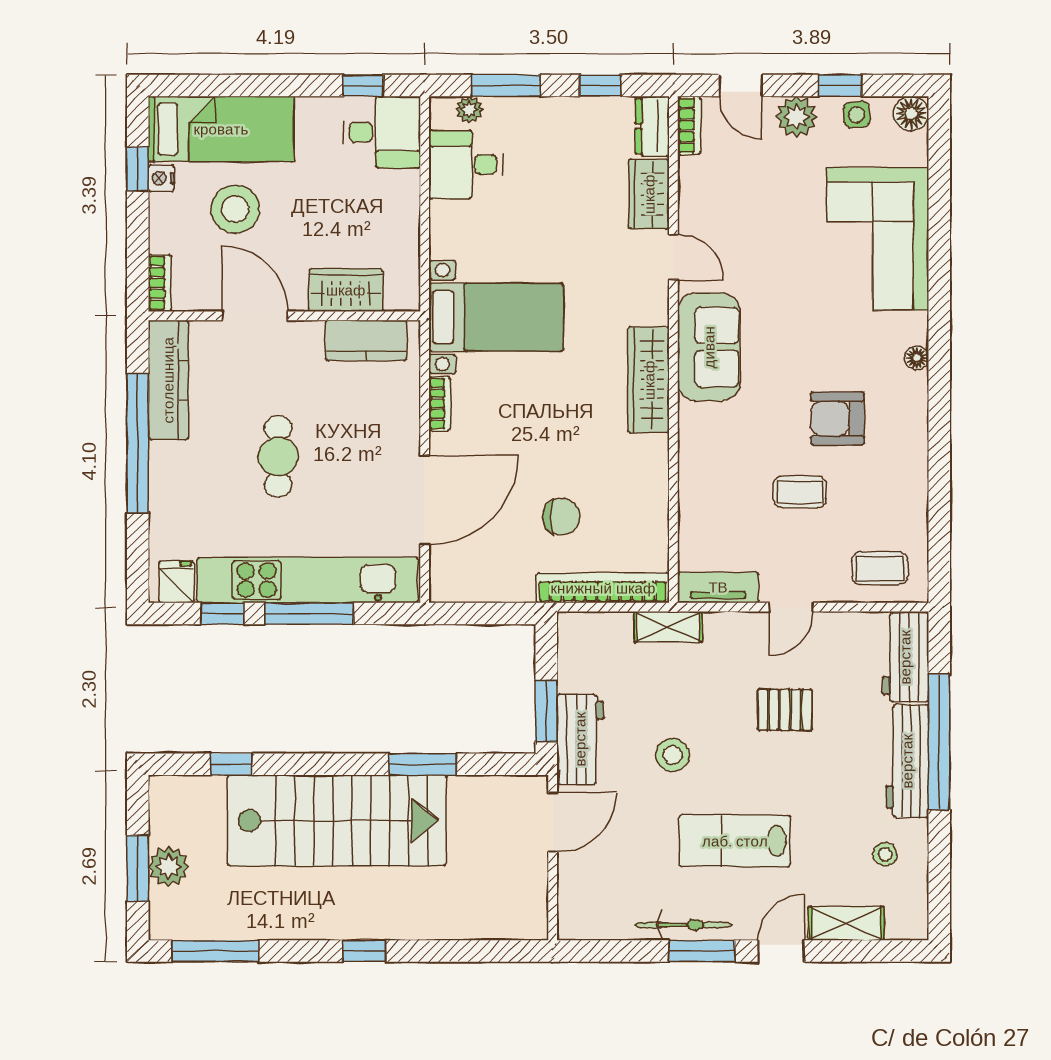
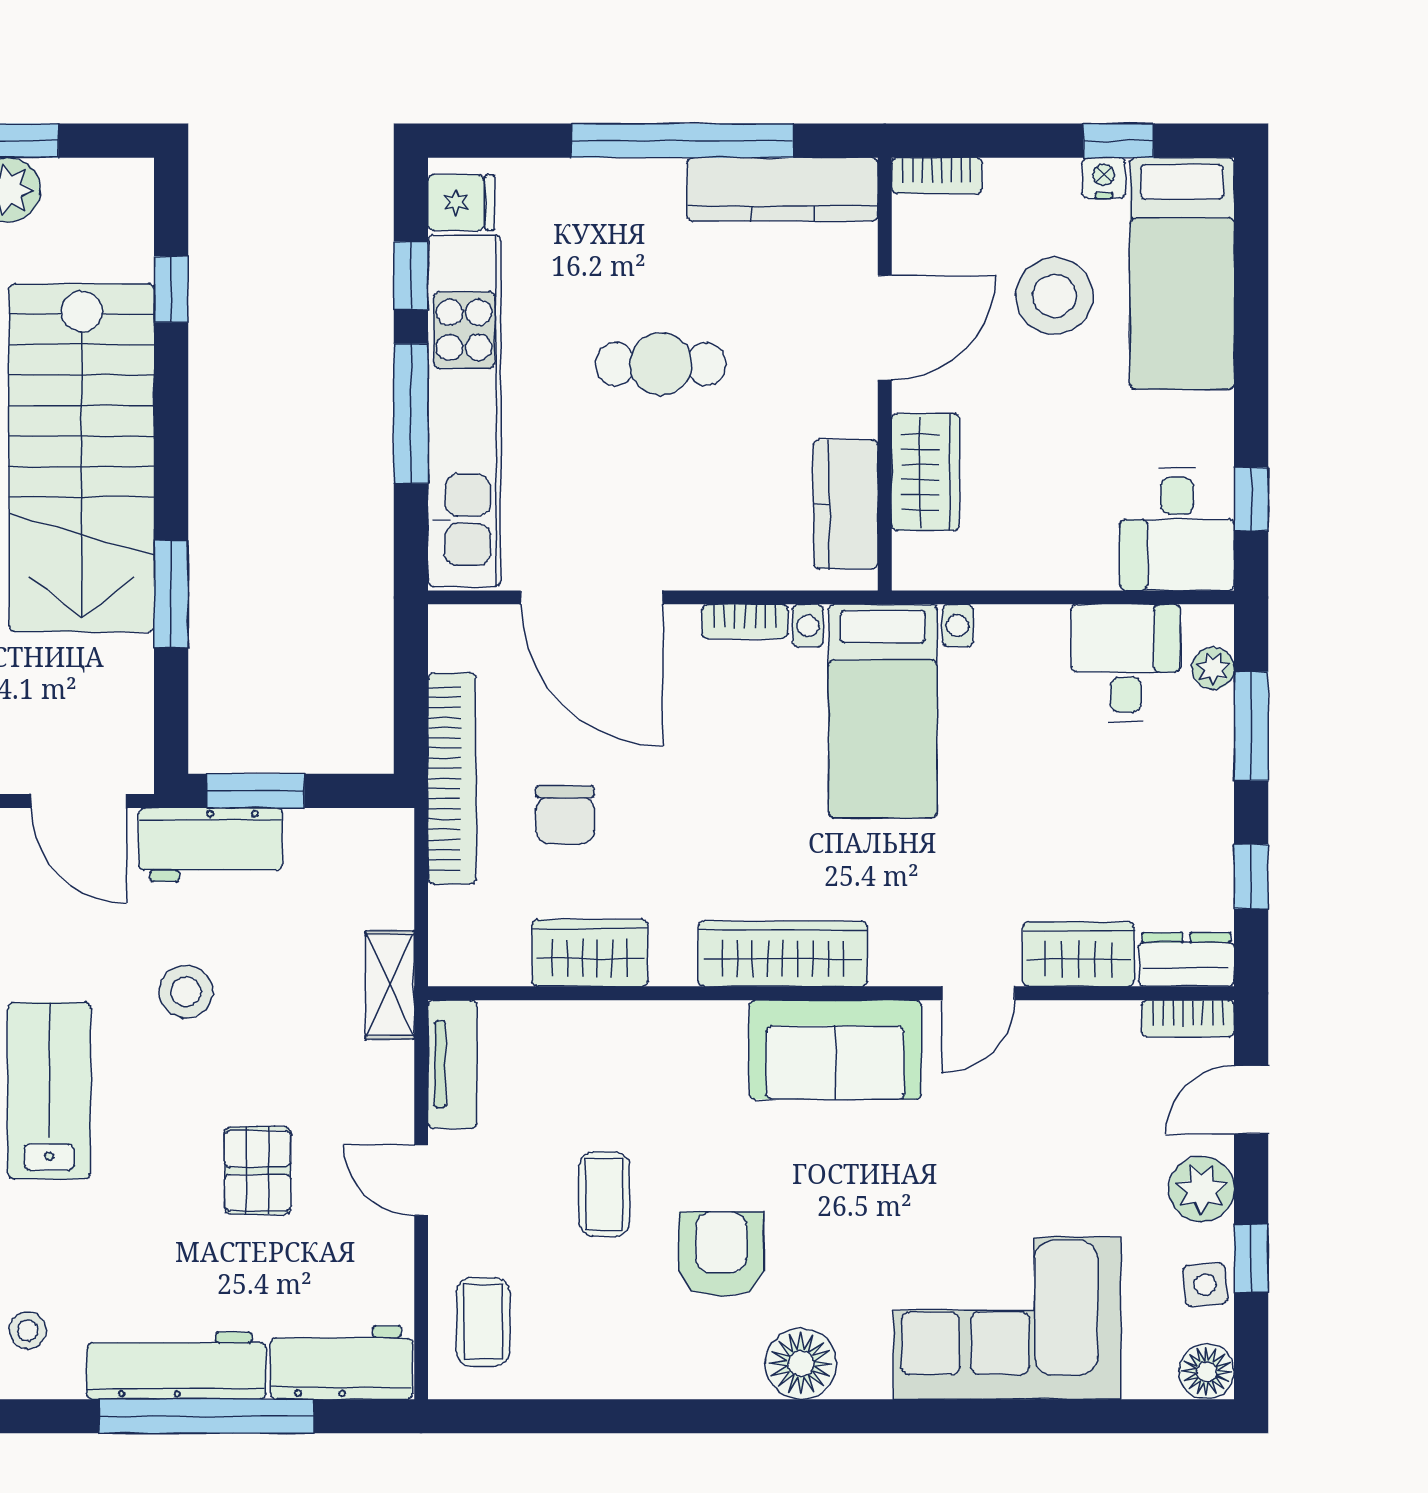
floor lamp: (917, 358) -> (801, 1364), width x1.89, depth x1.89
wardrobe: (648, 501) -> (590, 953), added
bookcase: (603, 588) -> (452, 778), moved

